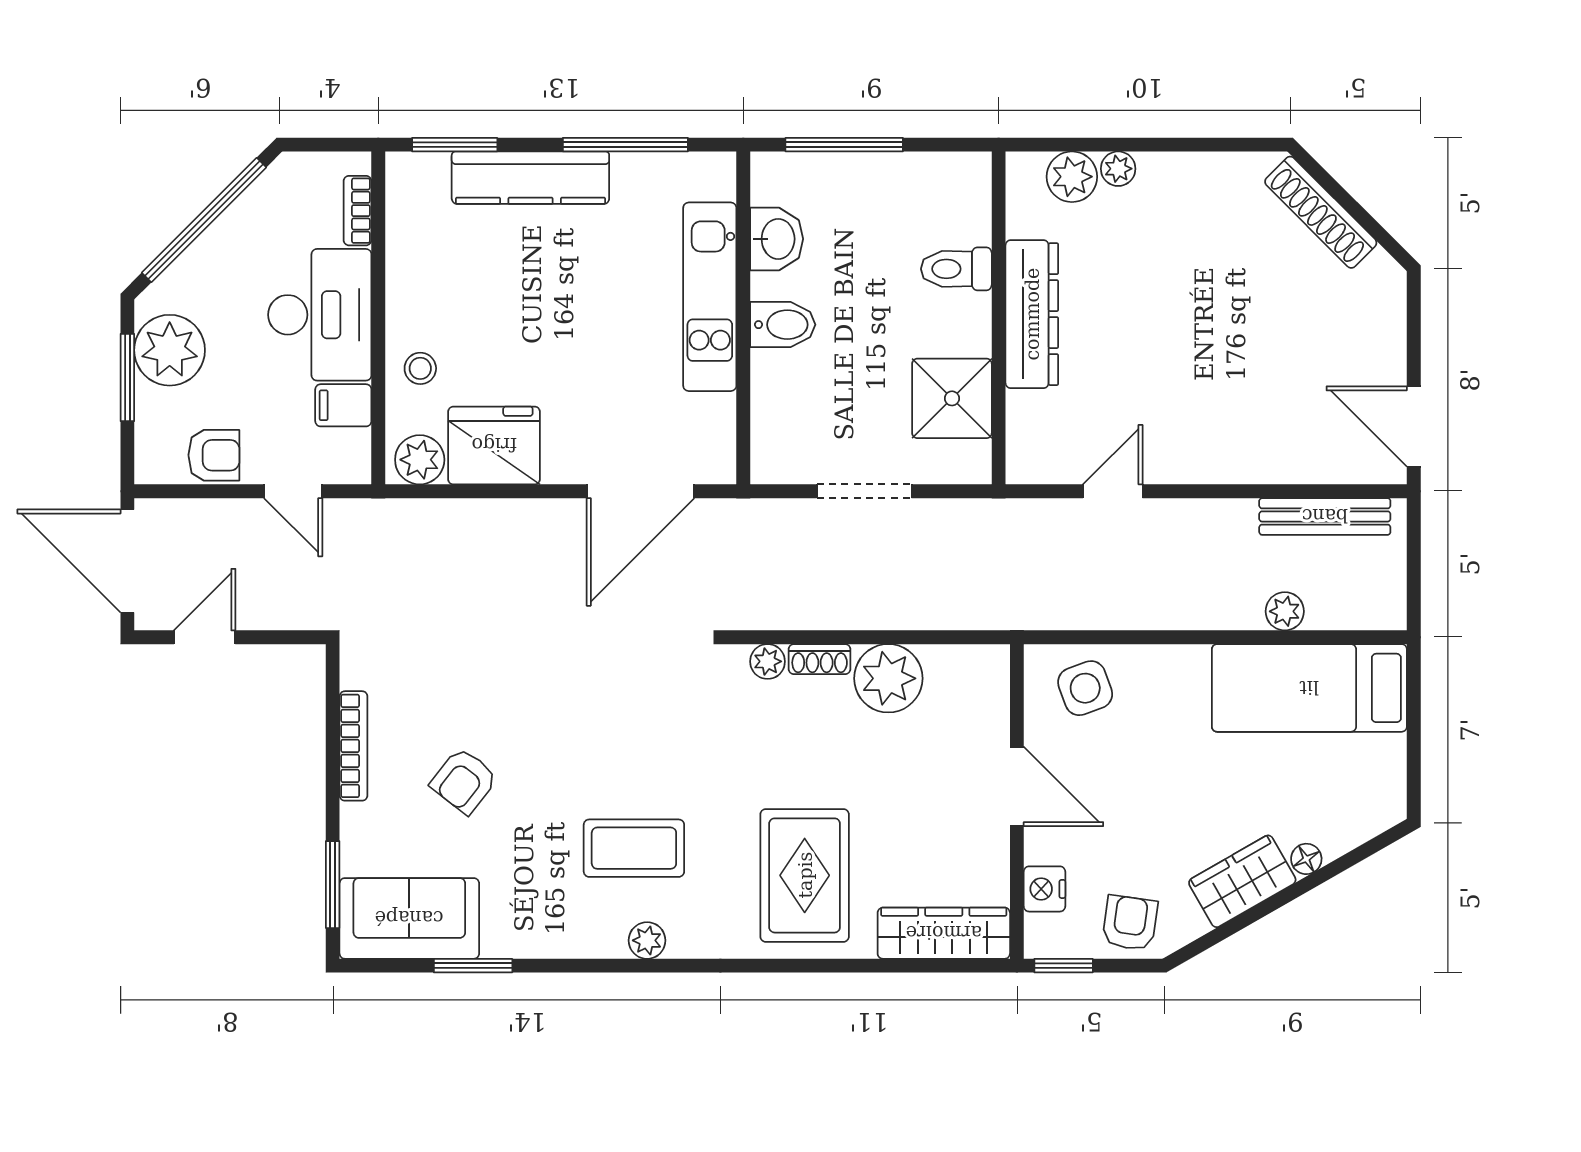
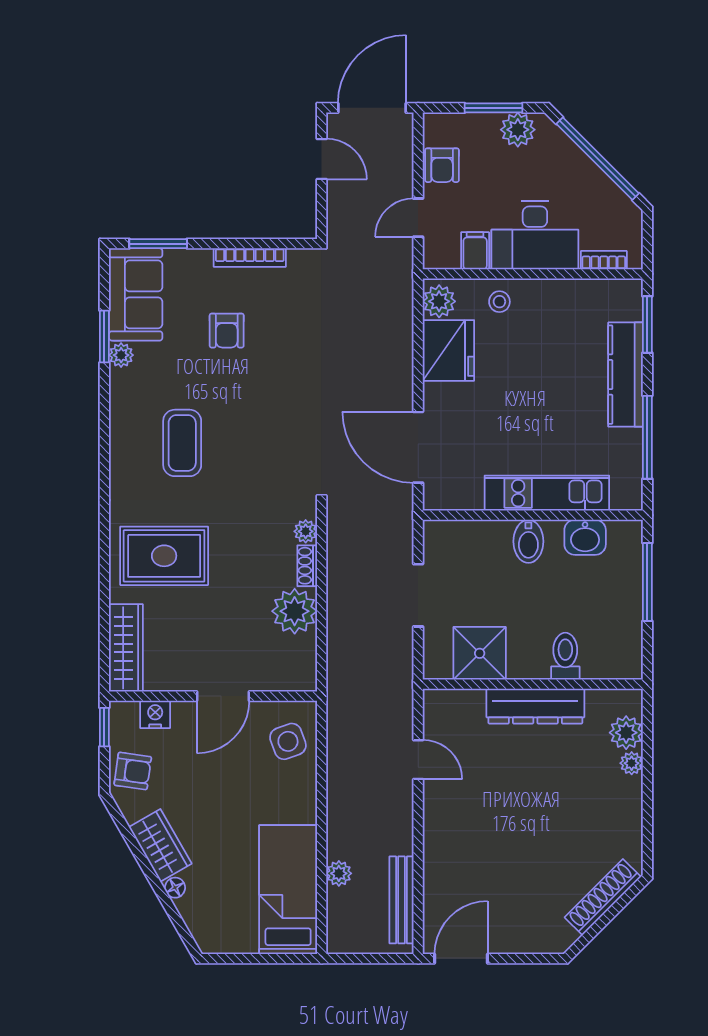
plant: (170, 350) -> (518, 130), width x0.73, depth x0.73
armchair: (464, 781) -> (227, 331), turned -128
plant: (647, 940) -> (121, 355), moved

